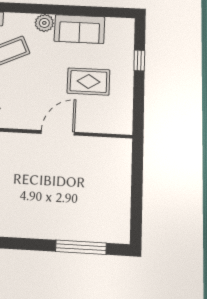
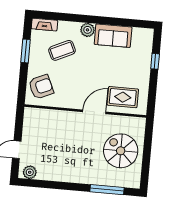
rug: (88, 81) -> (123, 97), moved
spiral stairs: (98, 188) -> (121, 151), added

